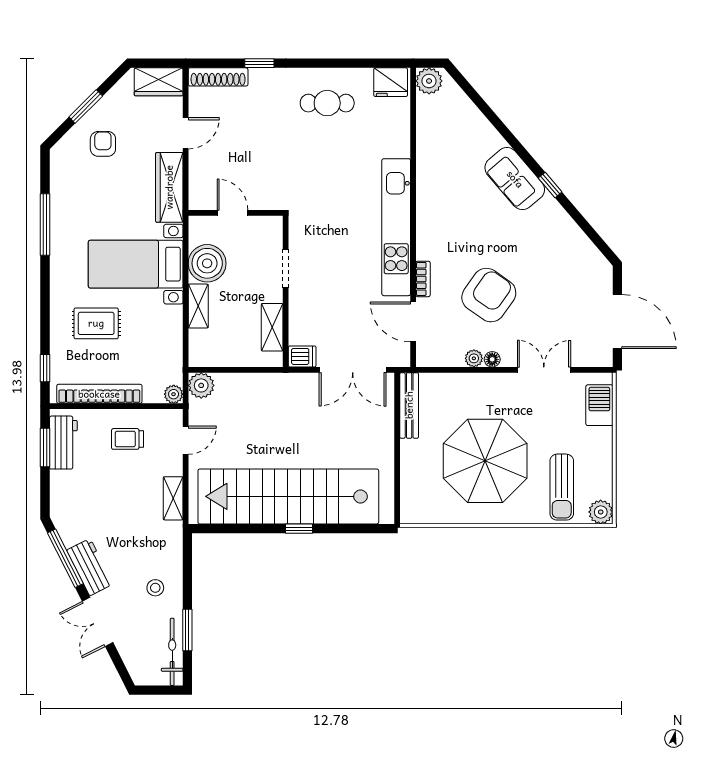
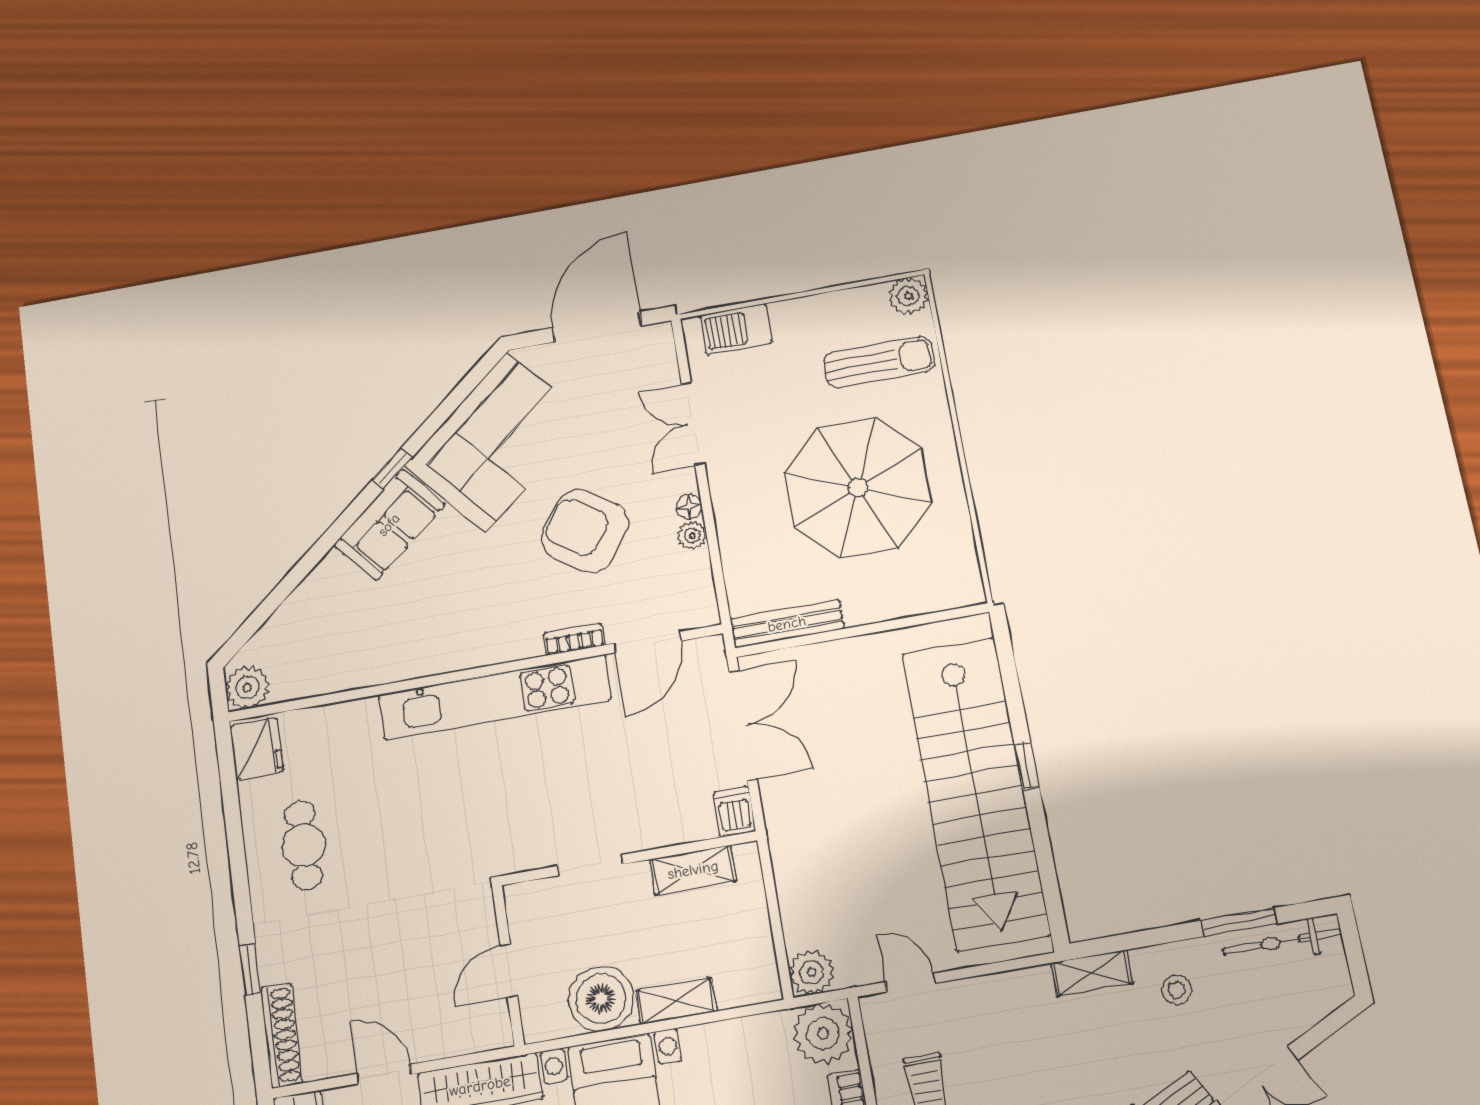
corner sofa: (555, 250) -> (496, 442), added
plant: (174, 394) -> (823, 1033), width x1.88, depth x1.88
shelving: (173, 498) -> (1092, 973), moved

